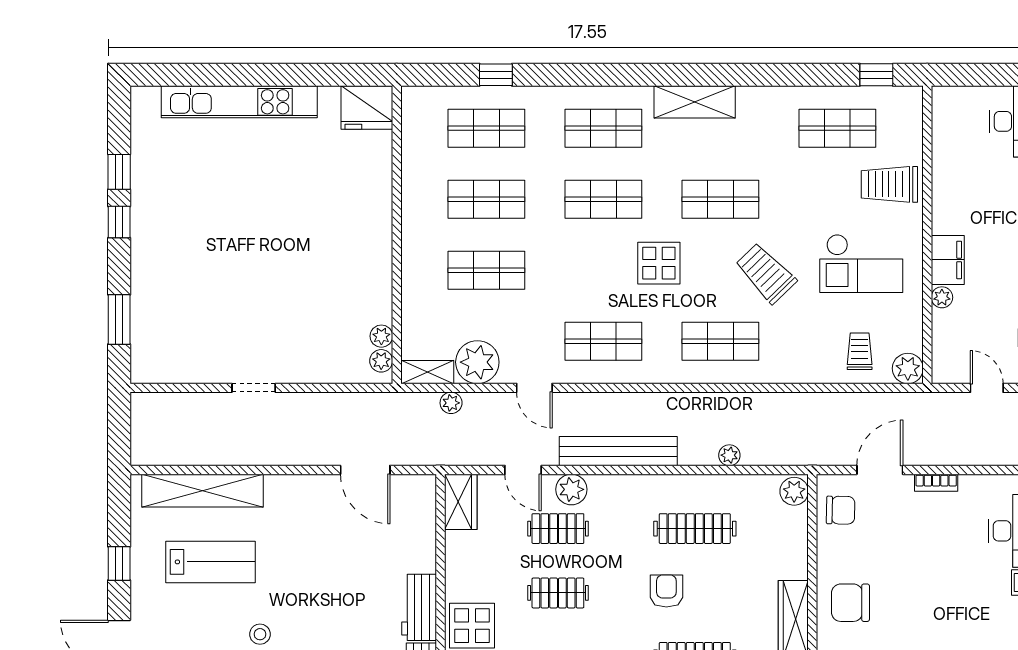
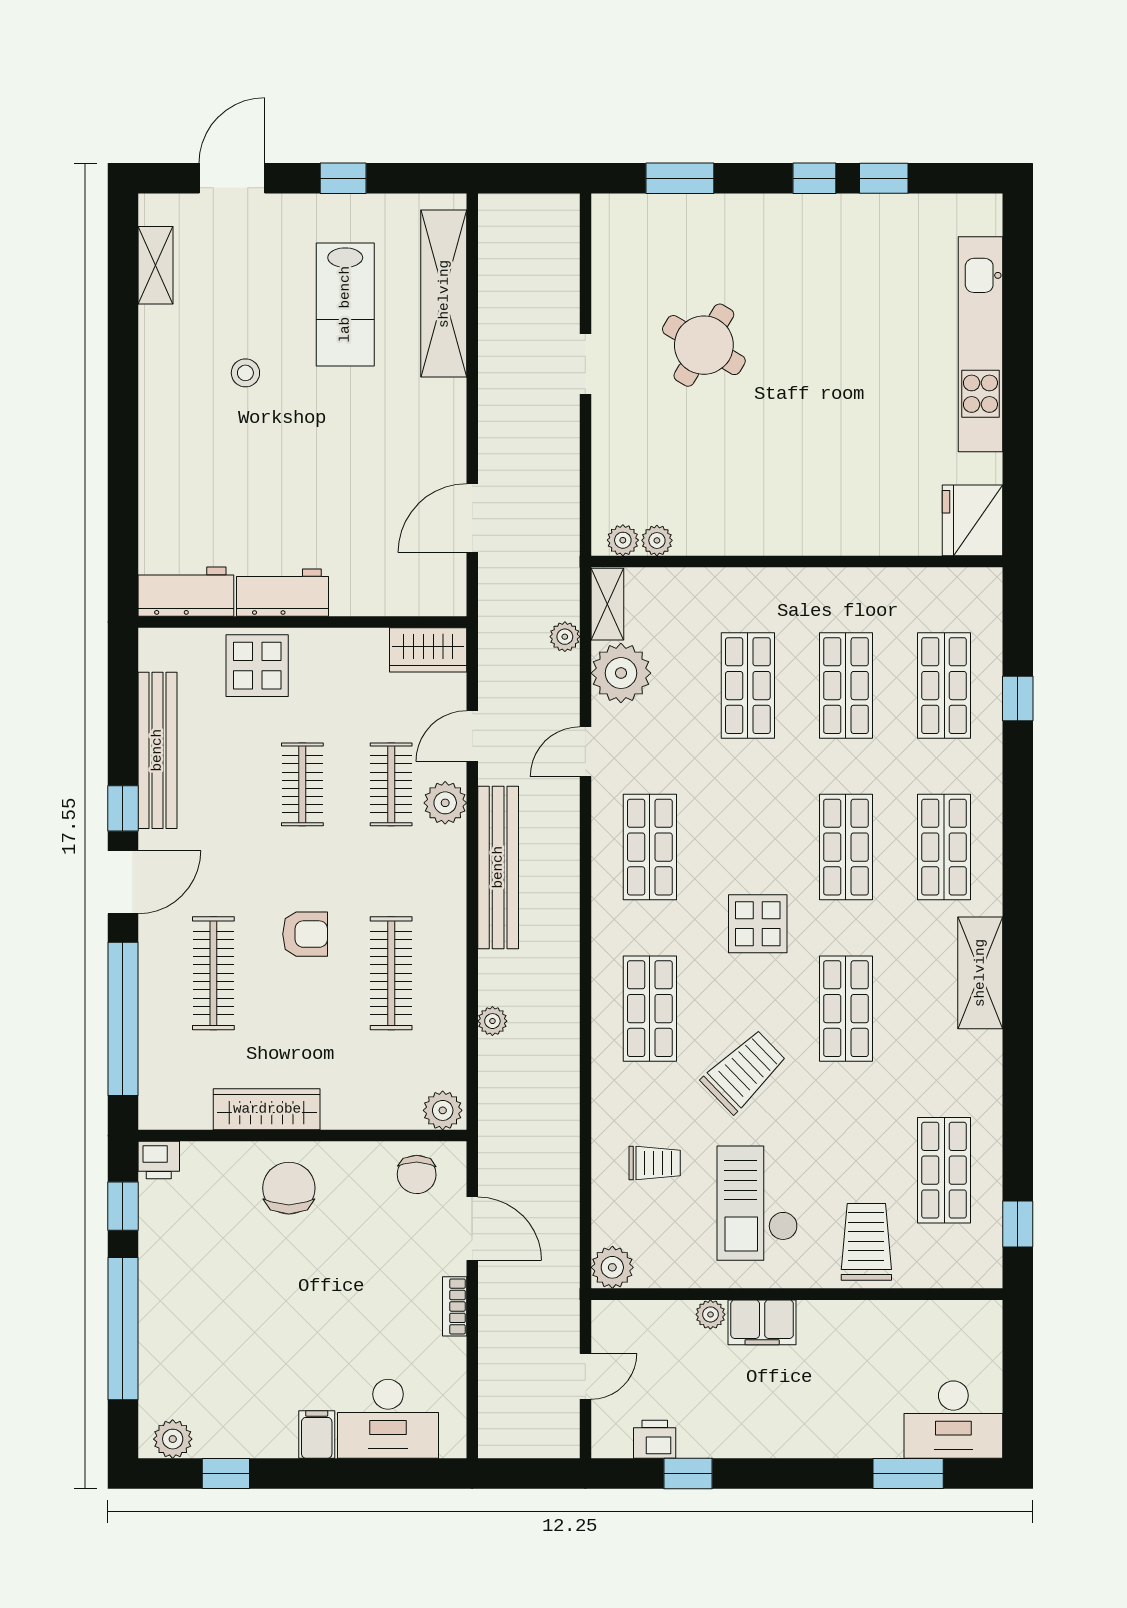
round table: (240, 302) -> (704, 345), added
trolley: (860, 351) -> (655, 1163), moved

